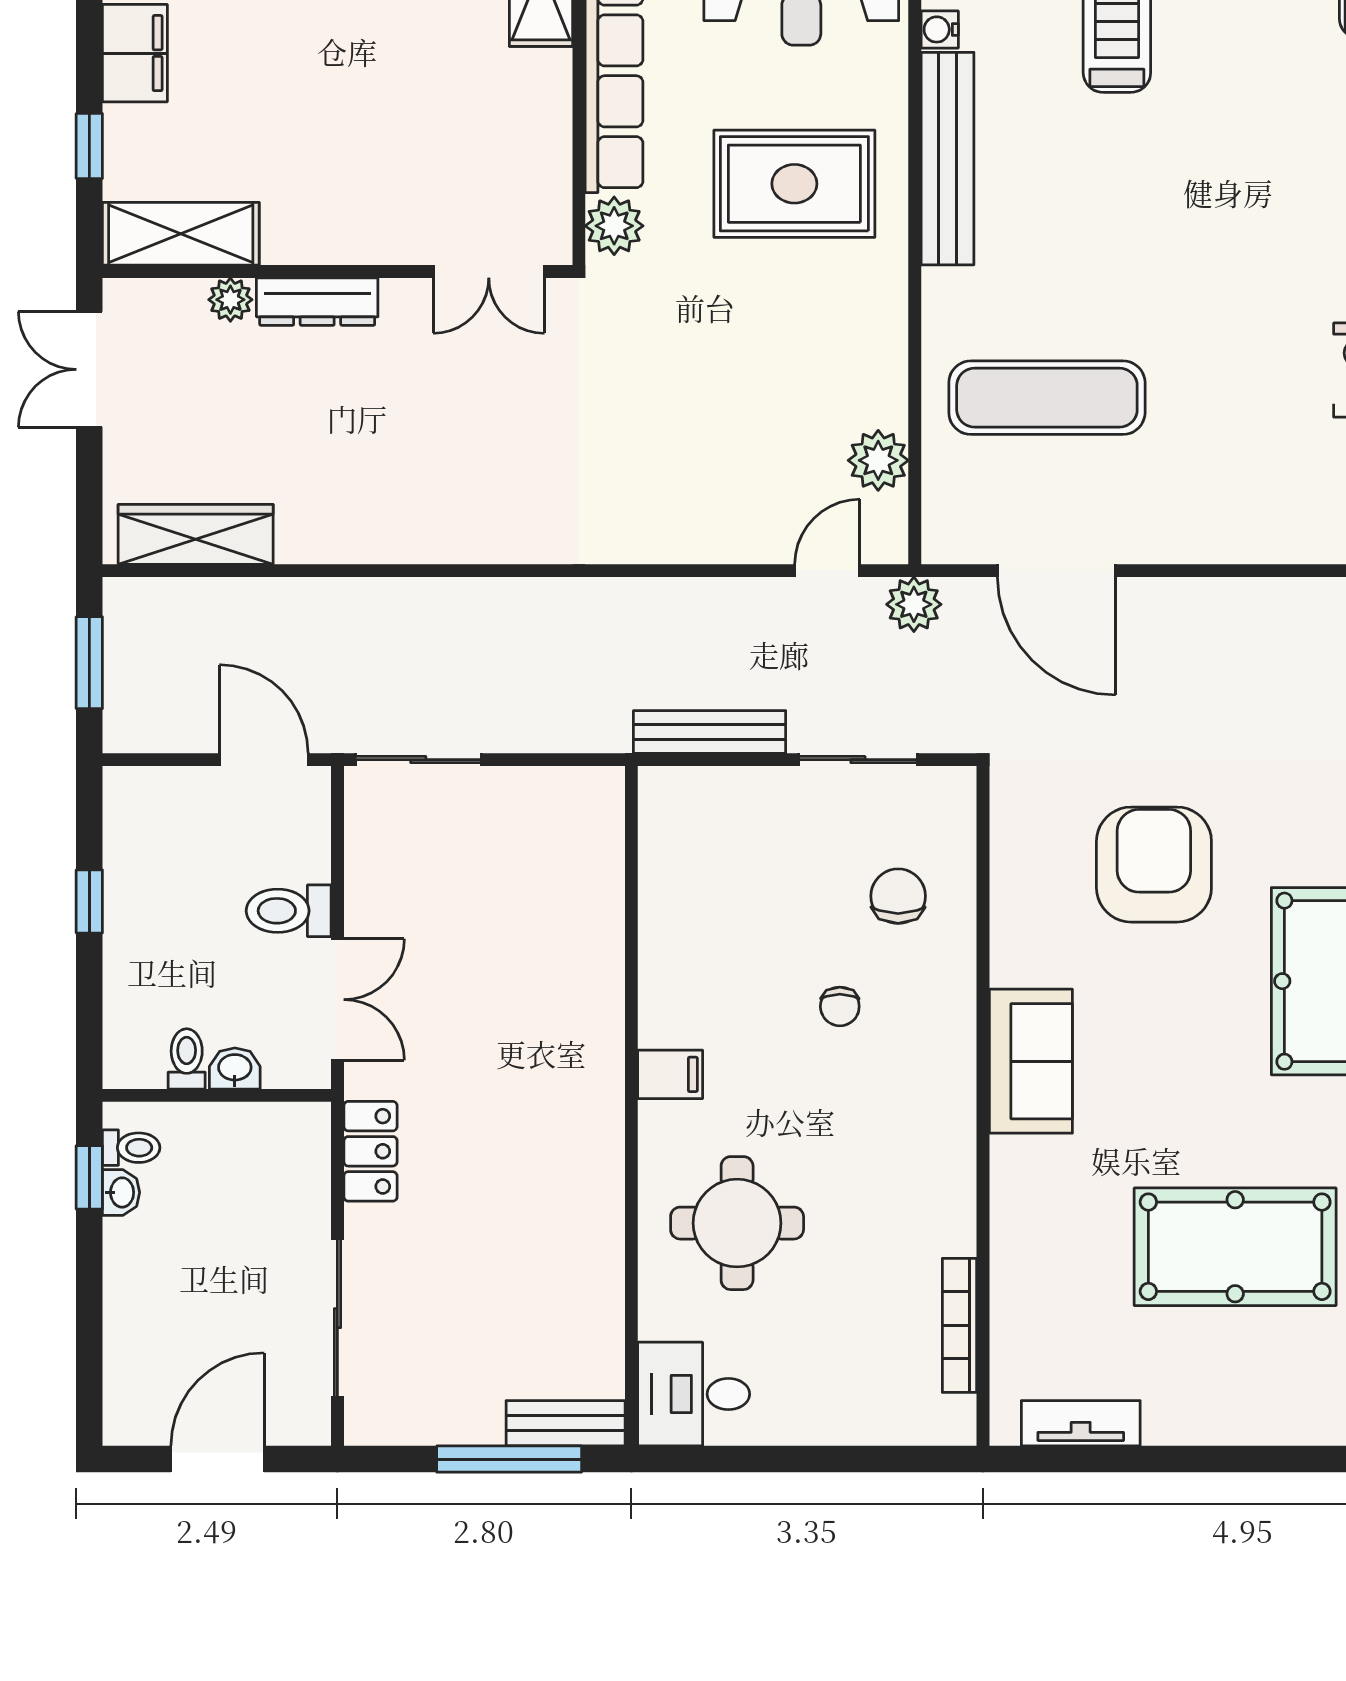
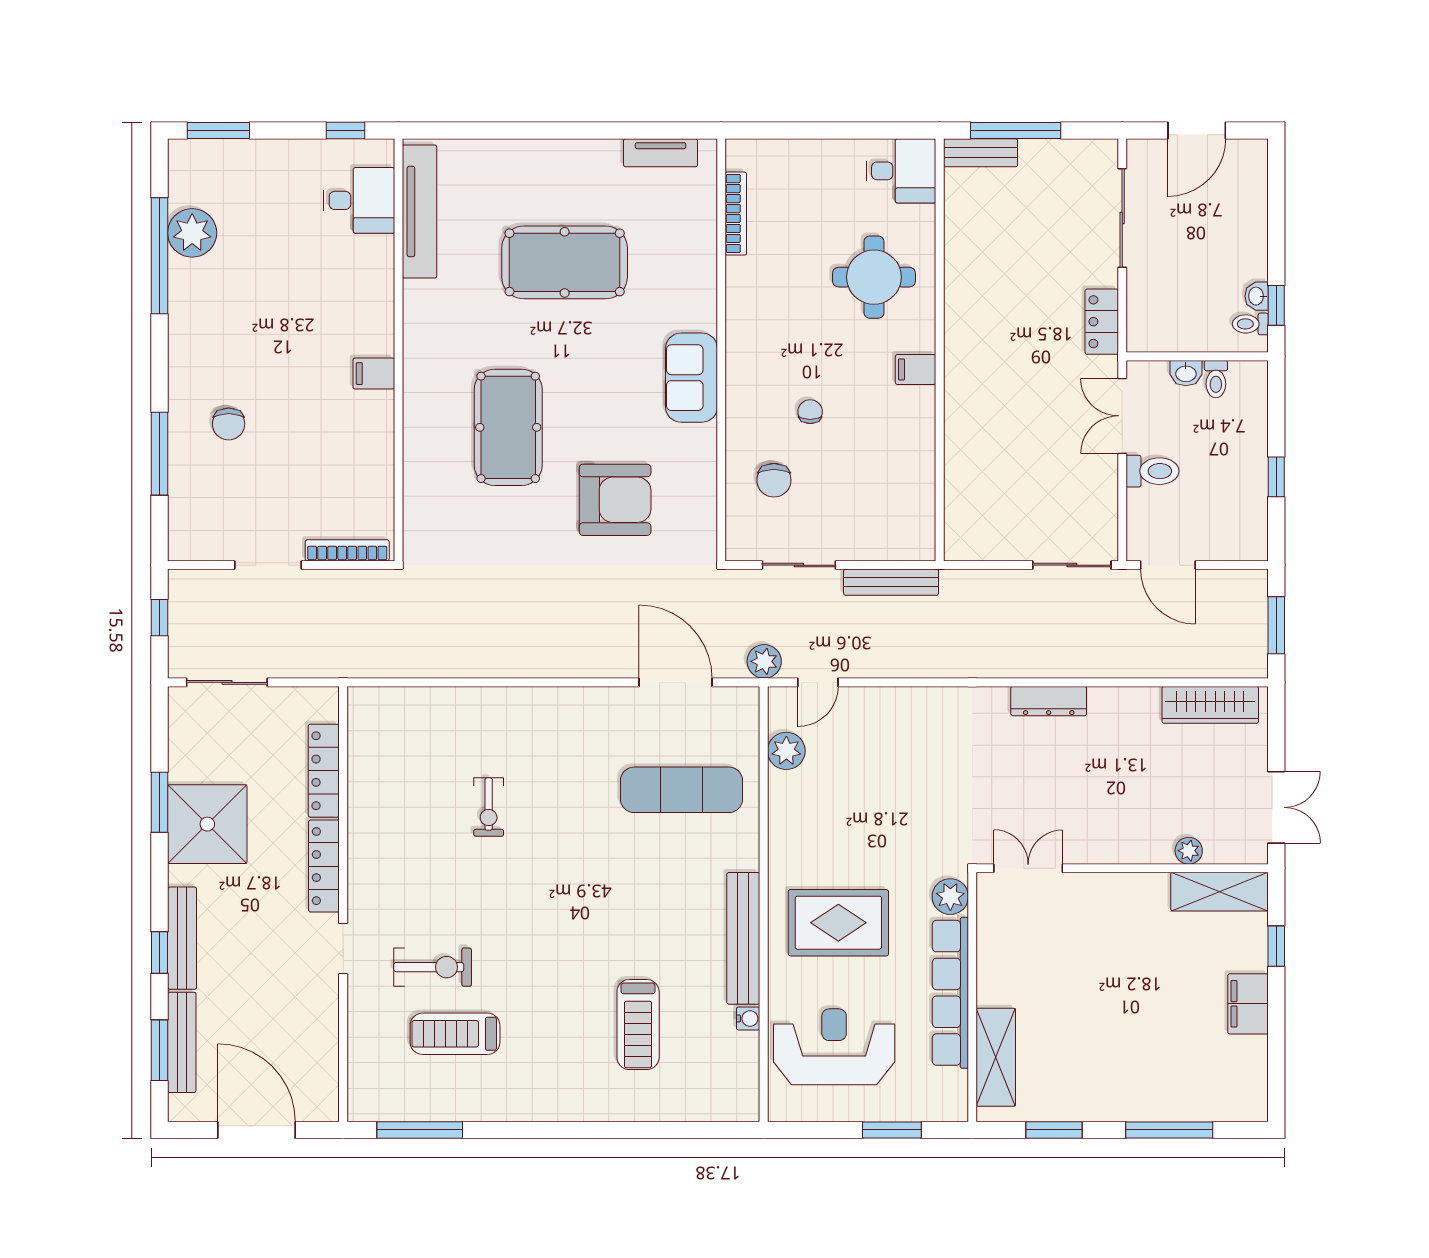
dresser: (317, 302) -> (1049, 701), moved, turned 180
armchair: (1154, 865) -> (615, 500), turned -90

